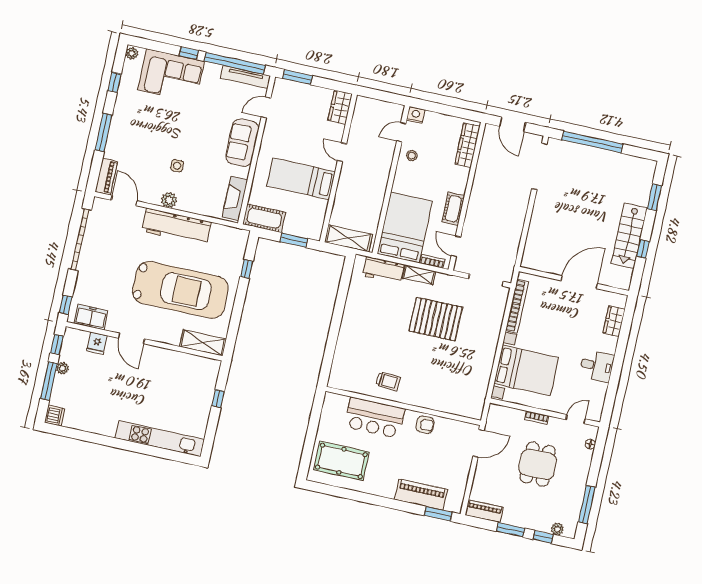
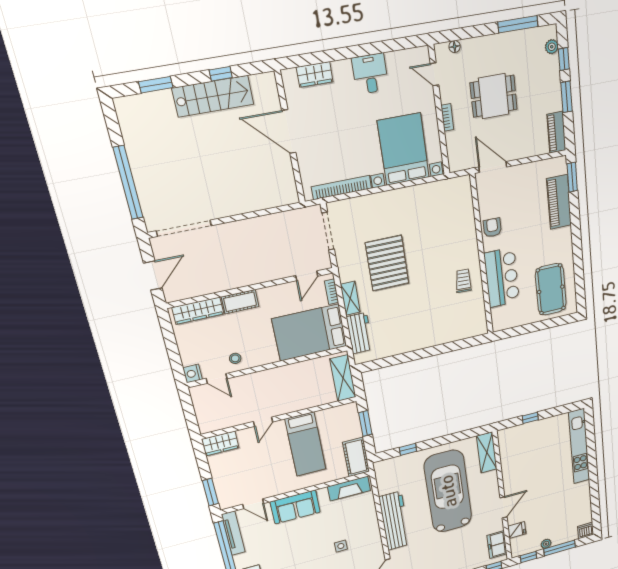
plant: (169, 200) -> (374, 537), removed
cot: (453, 209) -> (240, 302), moved

